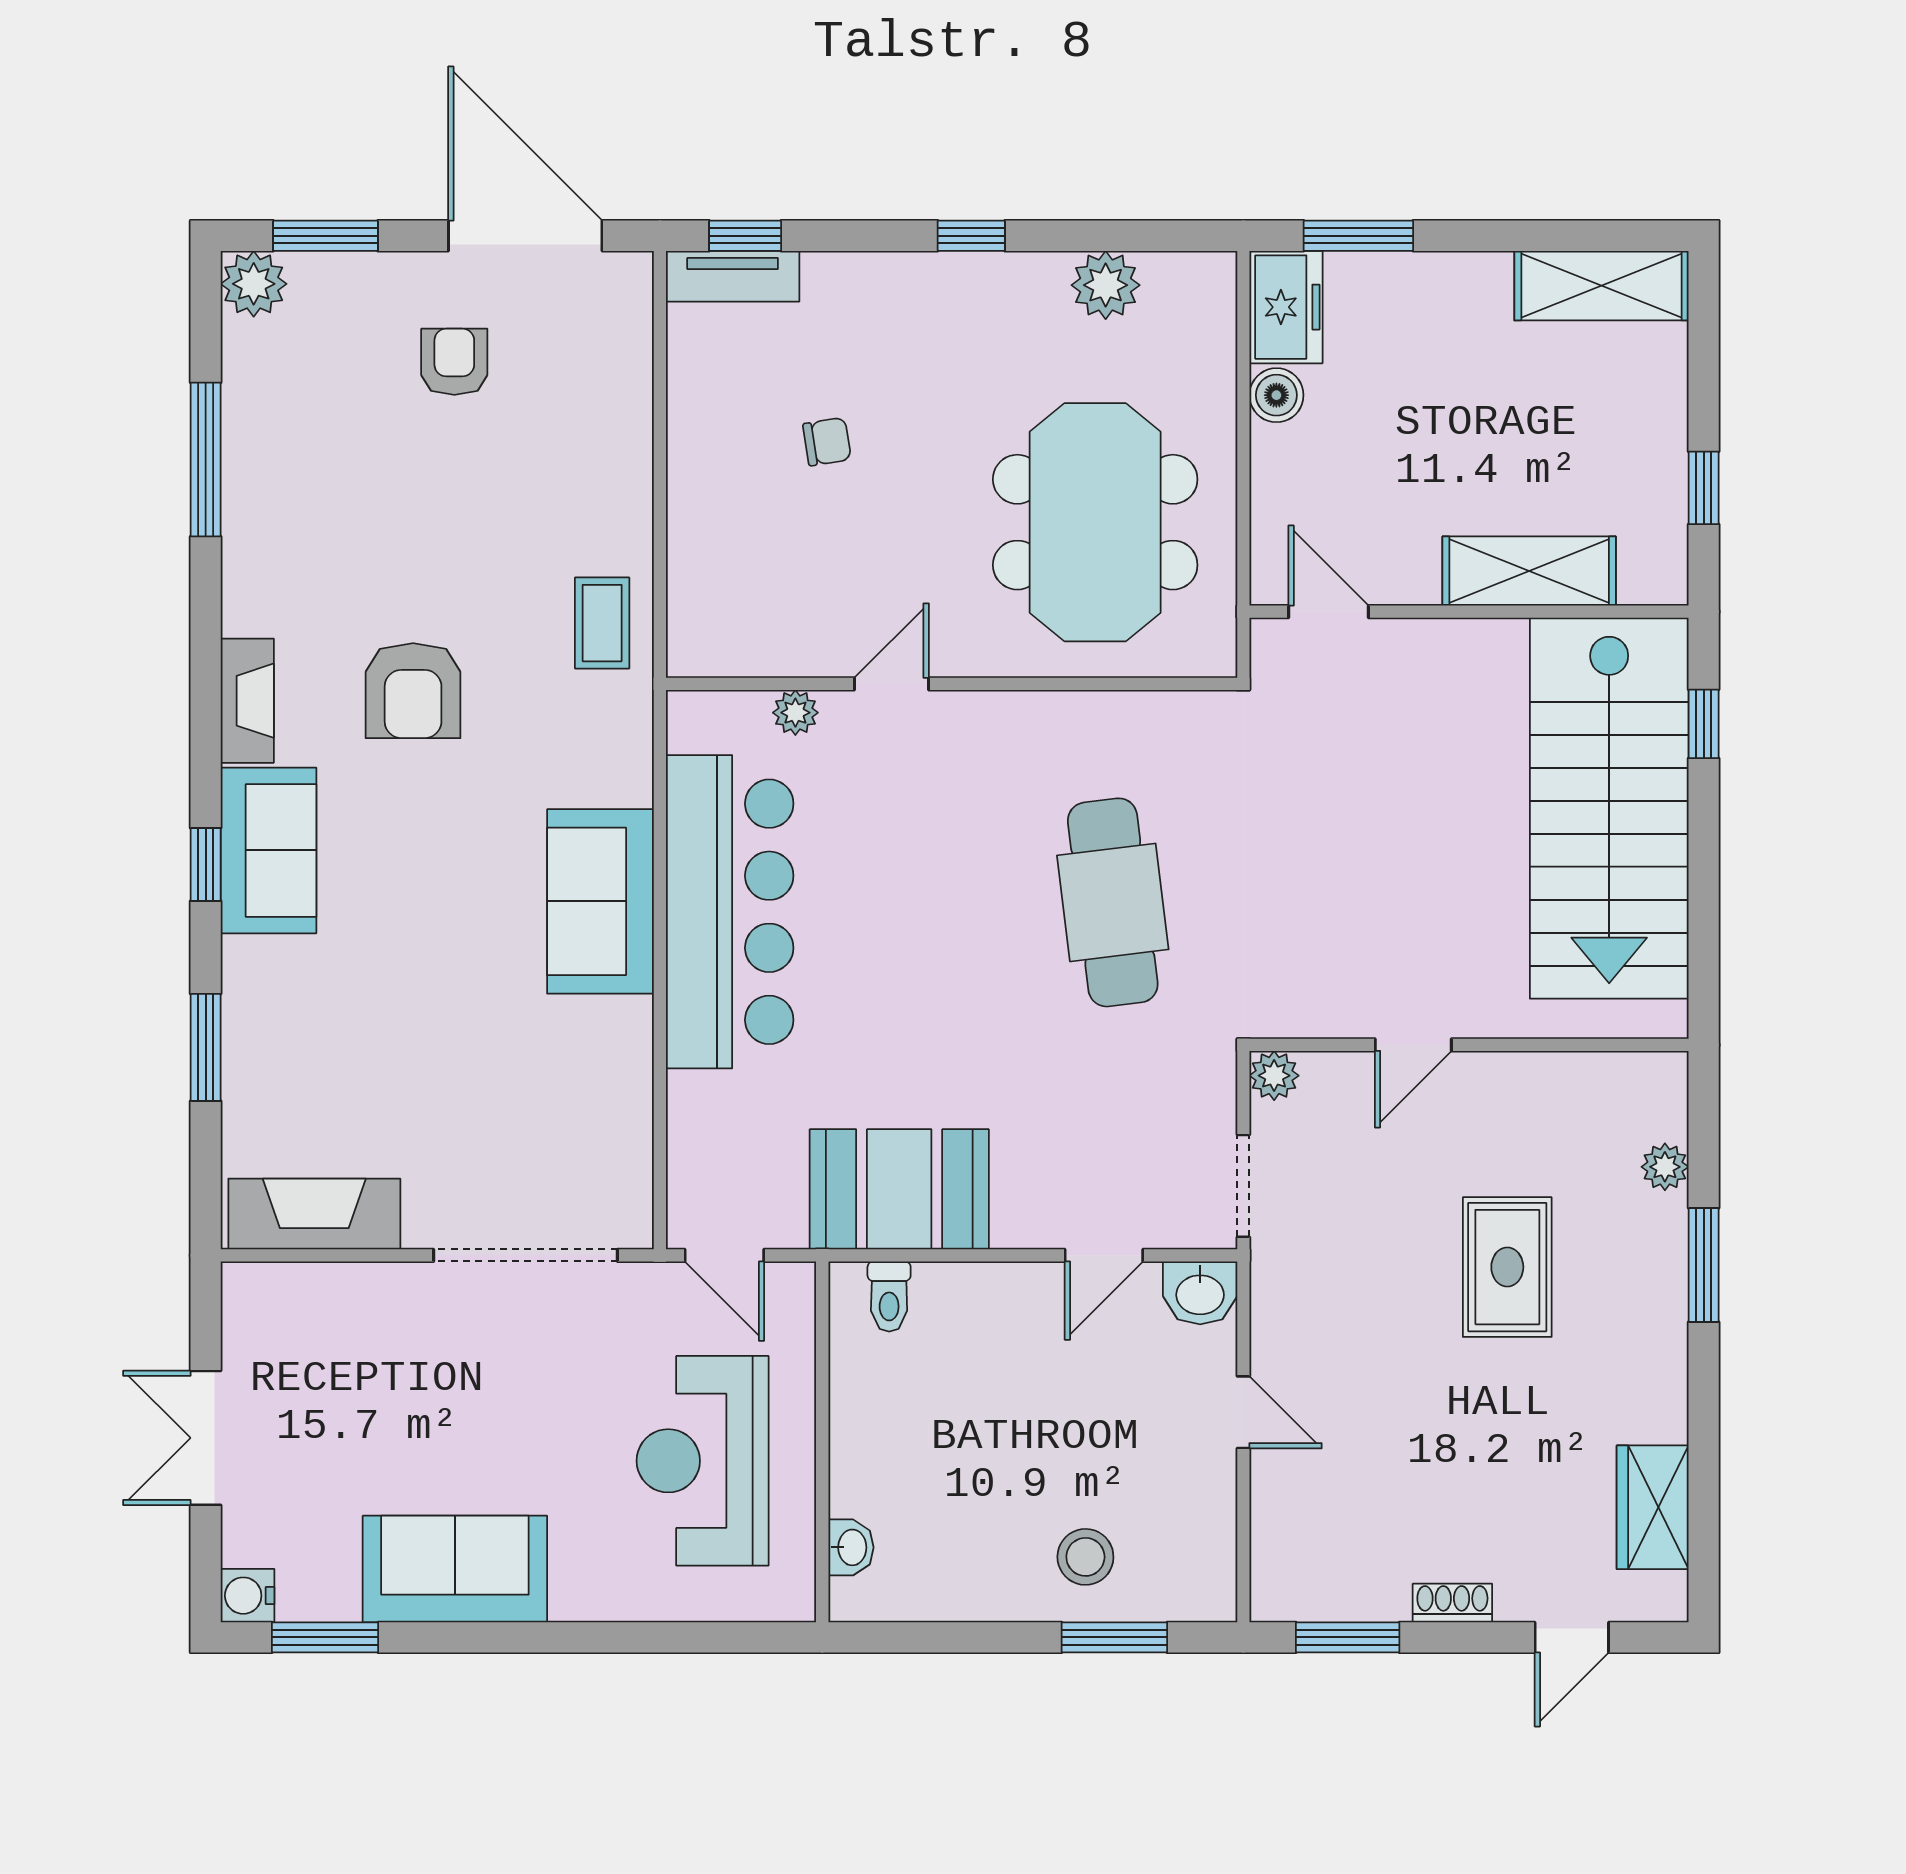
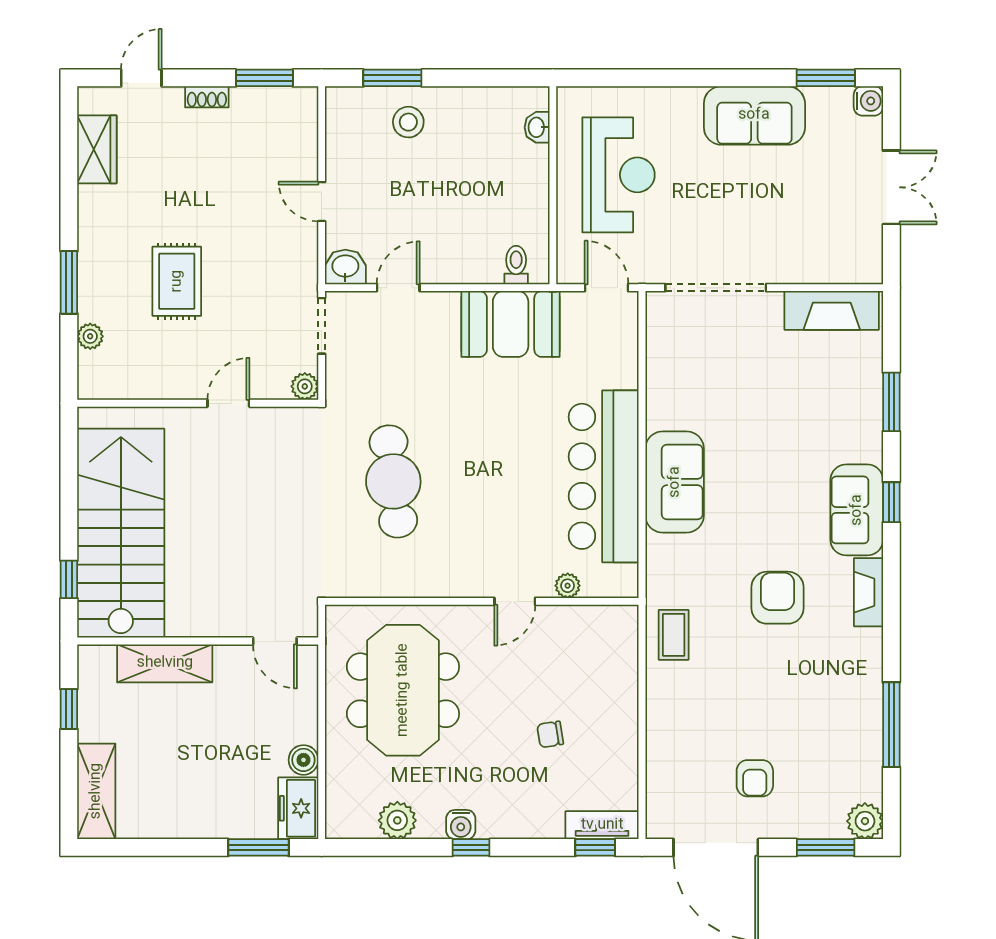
water cooler: (990, 277) -> (461, 825), added
shelving: (1601, 286) -> (96, 791), moved, turned 90

